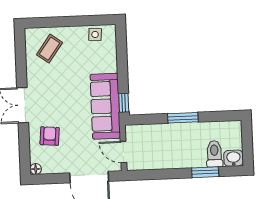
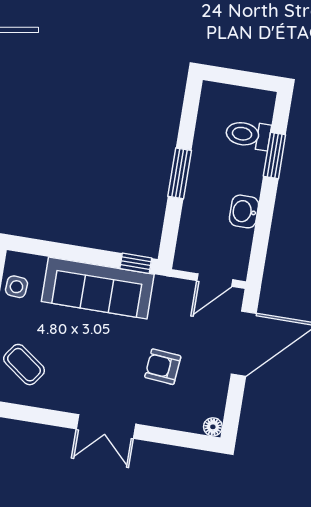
sofa: (105, 106) -> (98, 288), moved
armchair: (50, 136) -> (163, 367), moved
washbasin: (233, 158) -> (244, 211), moved

